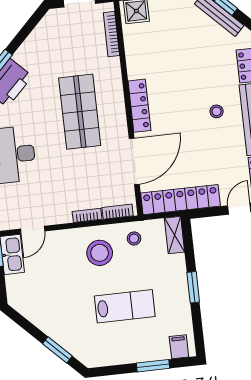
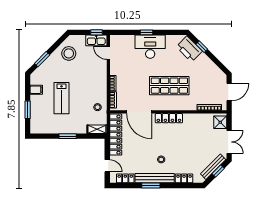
stool: (100, 253) -> (69, 53), moved
filing cabinet: (179, 347) -> (36, 90), moved

